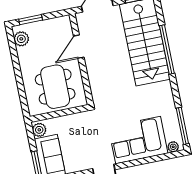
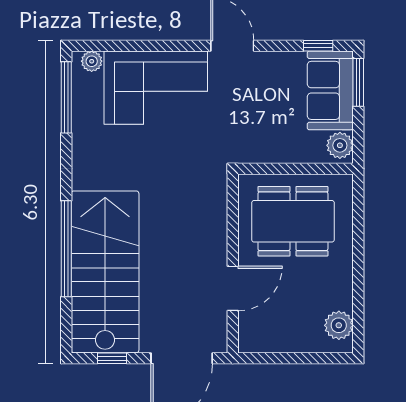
window: (31, 20) -> (314, 358), removed
dining table: (55, 87) -> (293, 221), turned 90

